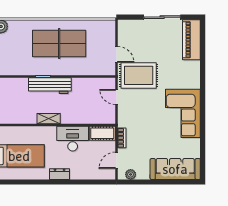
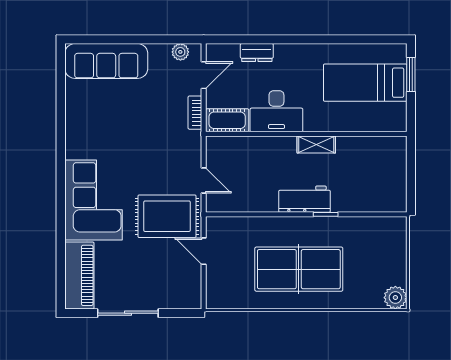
workbench: (50, 86) -> (304, 199), width x0.73
corner sofa: (183, 113) -> (93, 200), moved
dresser: (60, 174) -> (257, 53), moved

